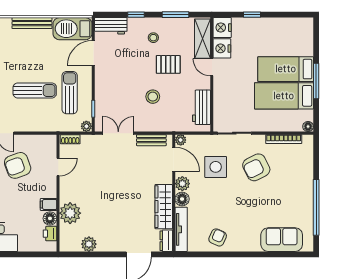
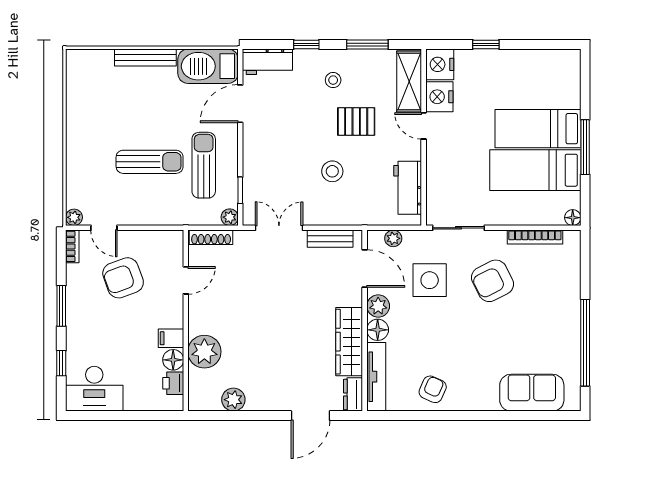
shoe rack: (70, 139) -> (211, 237), width x1.43
plant: (181, 140) -> (393, 238), moved

